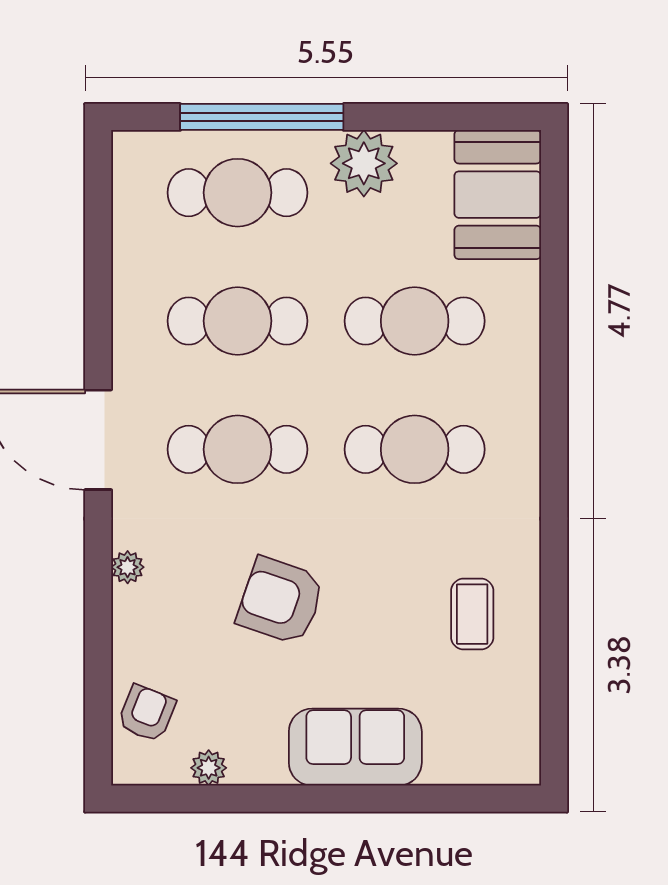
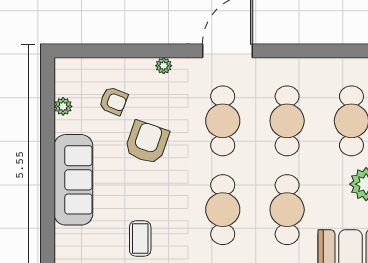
coffee table: (472, 614) -> (140, 239), turned 90
armchair: (147, 713) -> (113, 101), moved
sofa: (355, 747) -> (73, 180), width x1.36

